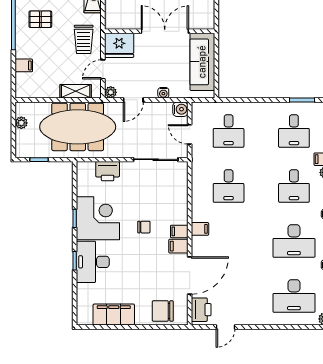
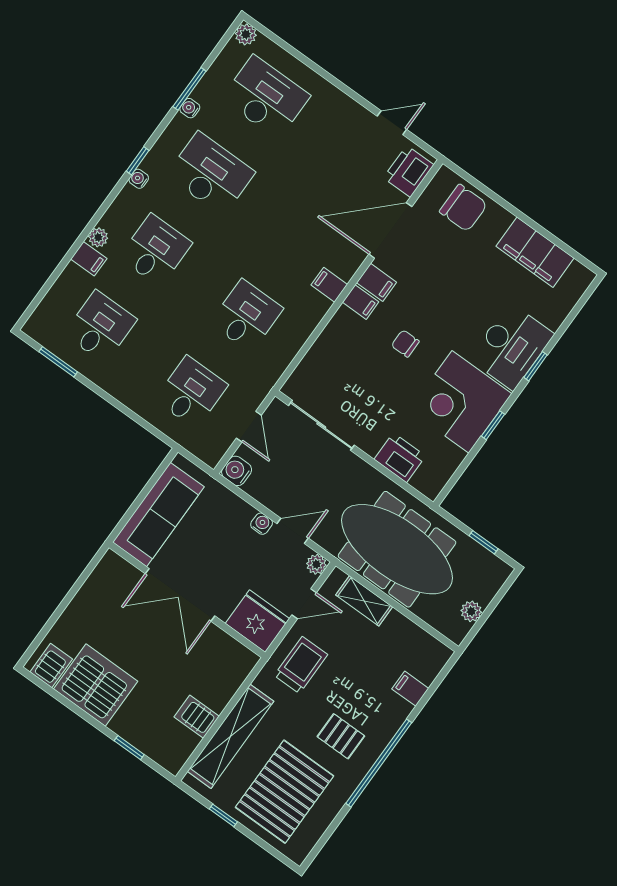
water cooler: (163, 93) -> (262, 524), moved

